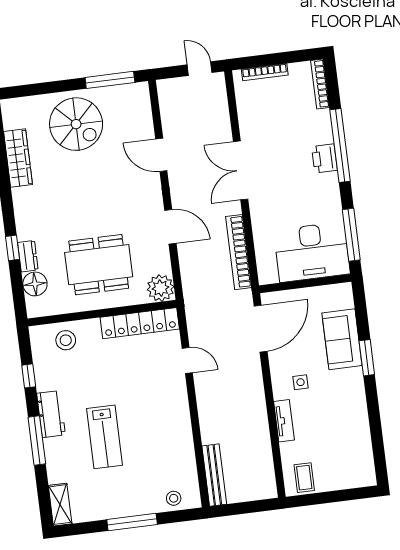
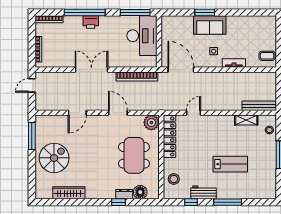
double door: (241, 170) -> (91, 70), swing flipped
door: (170, 227) -> (118, 113), hinge flipped
sofa: (342, 339) -> (210, 25), moved
workbench: (51, 414) -> (203, 192), moved
shelving: (60, 505) -> (246, 120), moved

